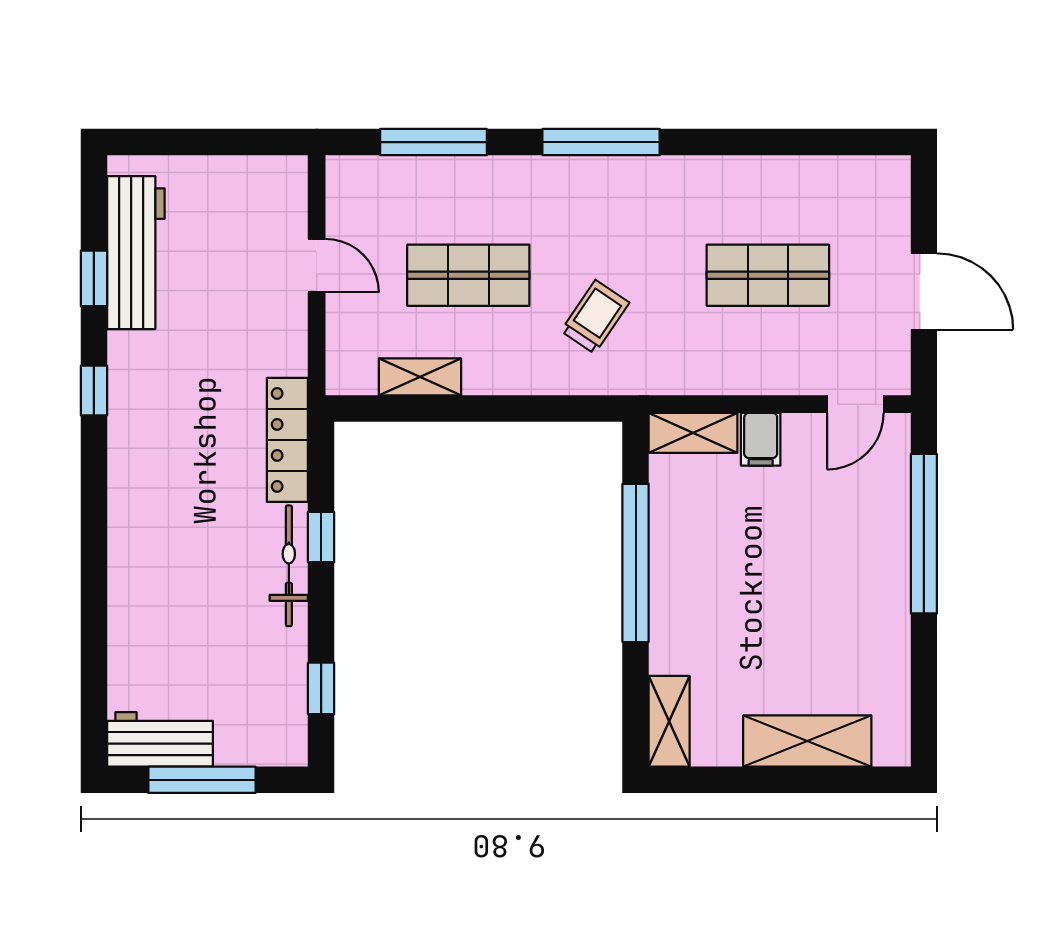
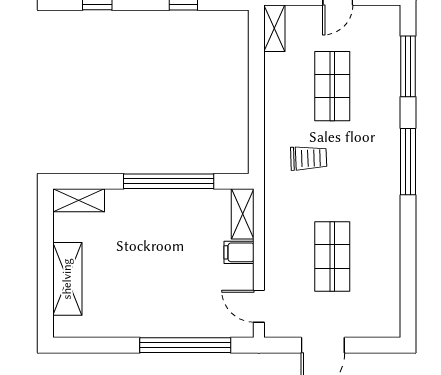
trolley: (595, 317) -> (309, 158), turned -36
shelving: (420, 377) -> (274, 28), moved

